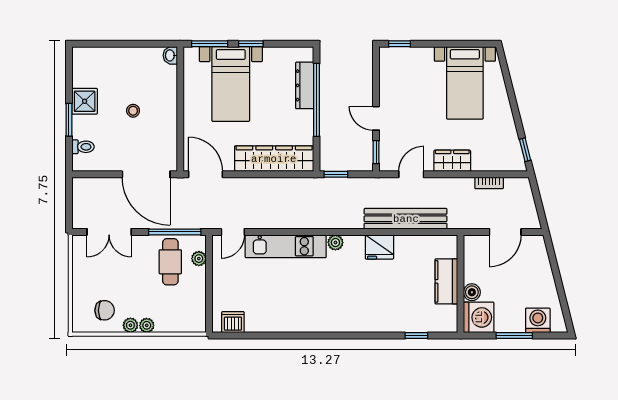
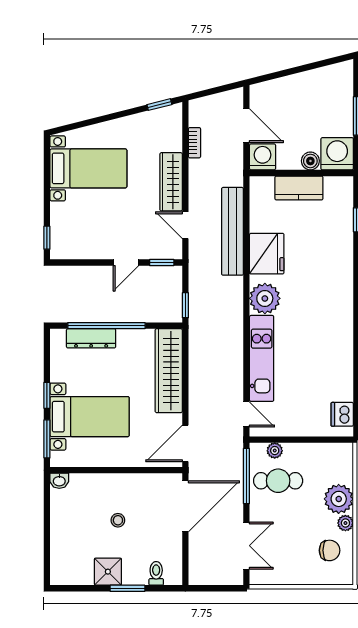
wardrobe: (452, 161) -> (171, 182), width x1.50
plant: (335, 242) -> (265, 298), width x1.87, depth x1.87
fridge: (379, 247) -> (267, 254), width x1.36, depth x1.34
chair: (105, 310) -> (330, 550), turned 90
washing machine: (538, 320) -> (263, 157), moved, turned 90
plant: (147, 325) -> (339, 499), width x1.88, depth x1.88

